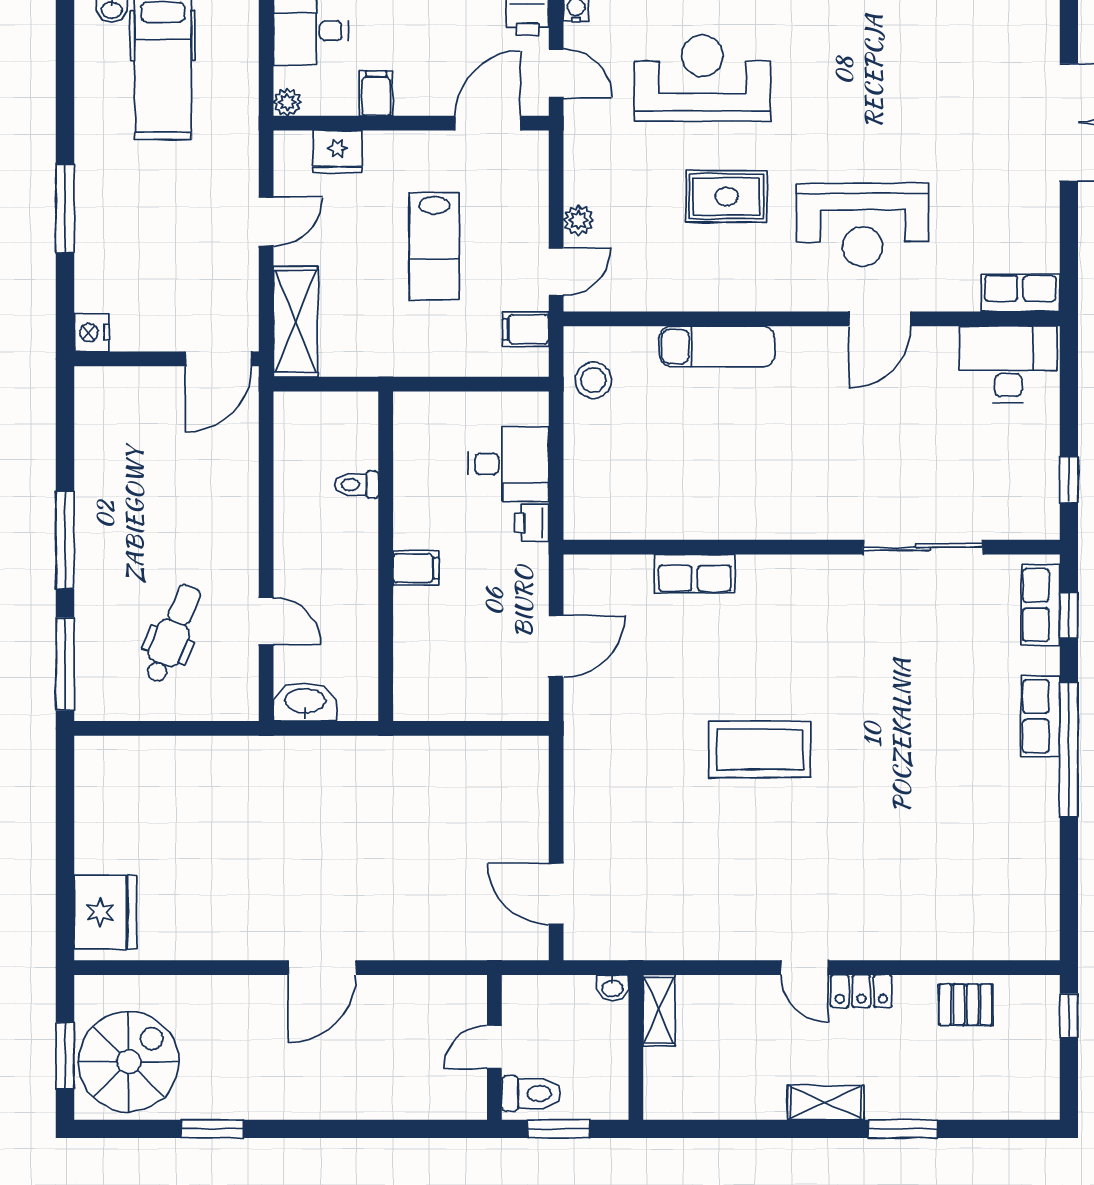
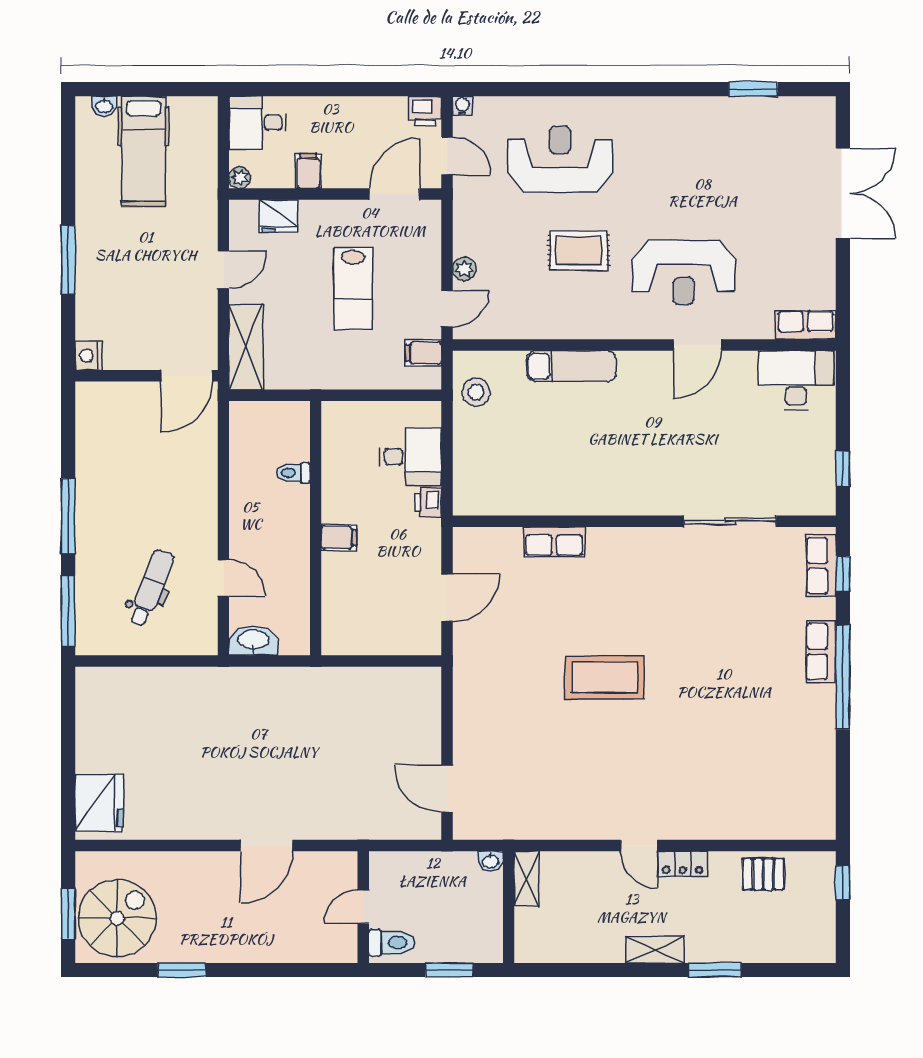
door: (494, 1047) -> (363, 907), moved
wall: (494, 1047) -> (363, 907), moved
toilet: (531, 1093) -> (391, 943), moved

